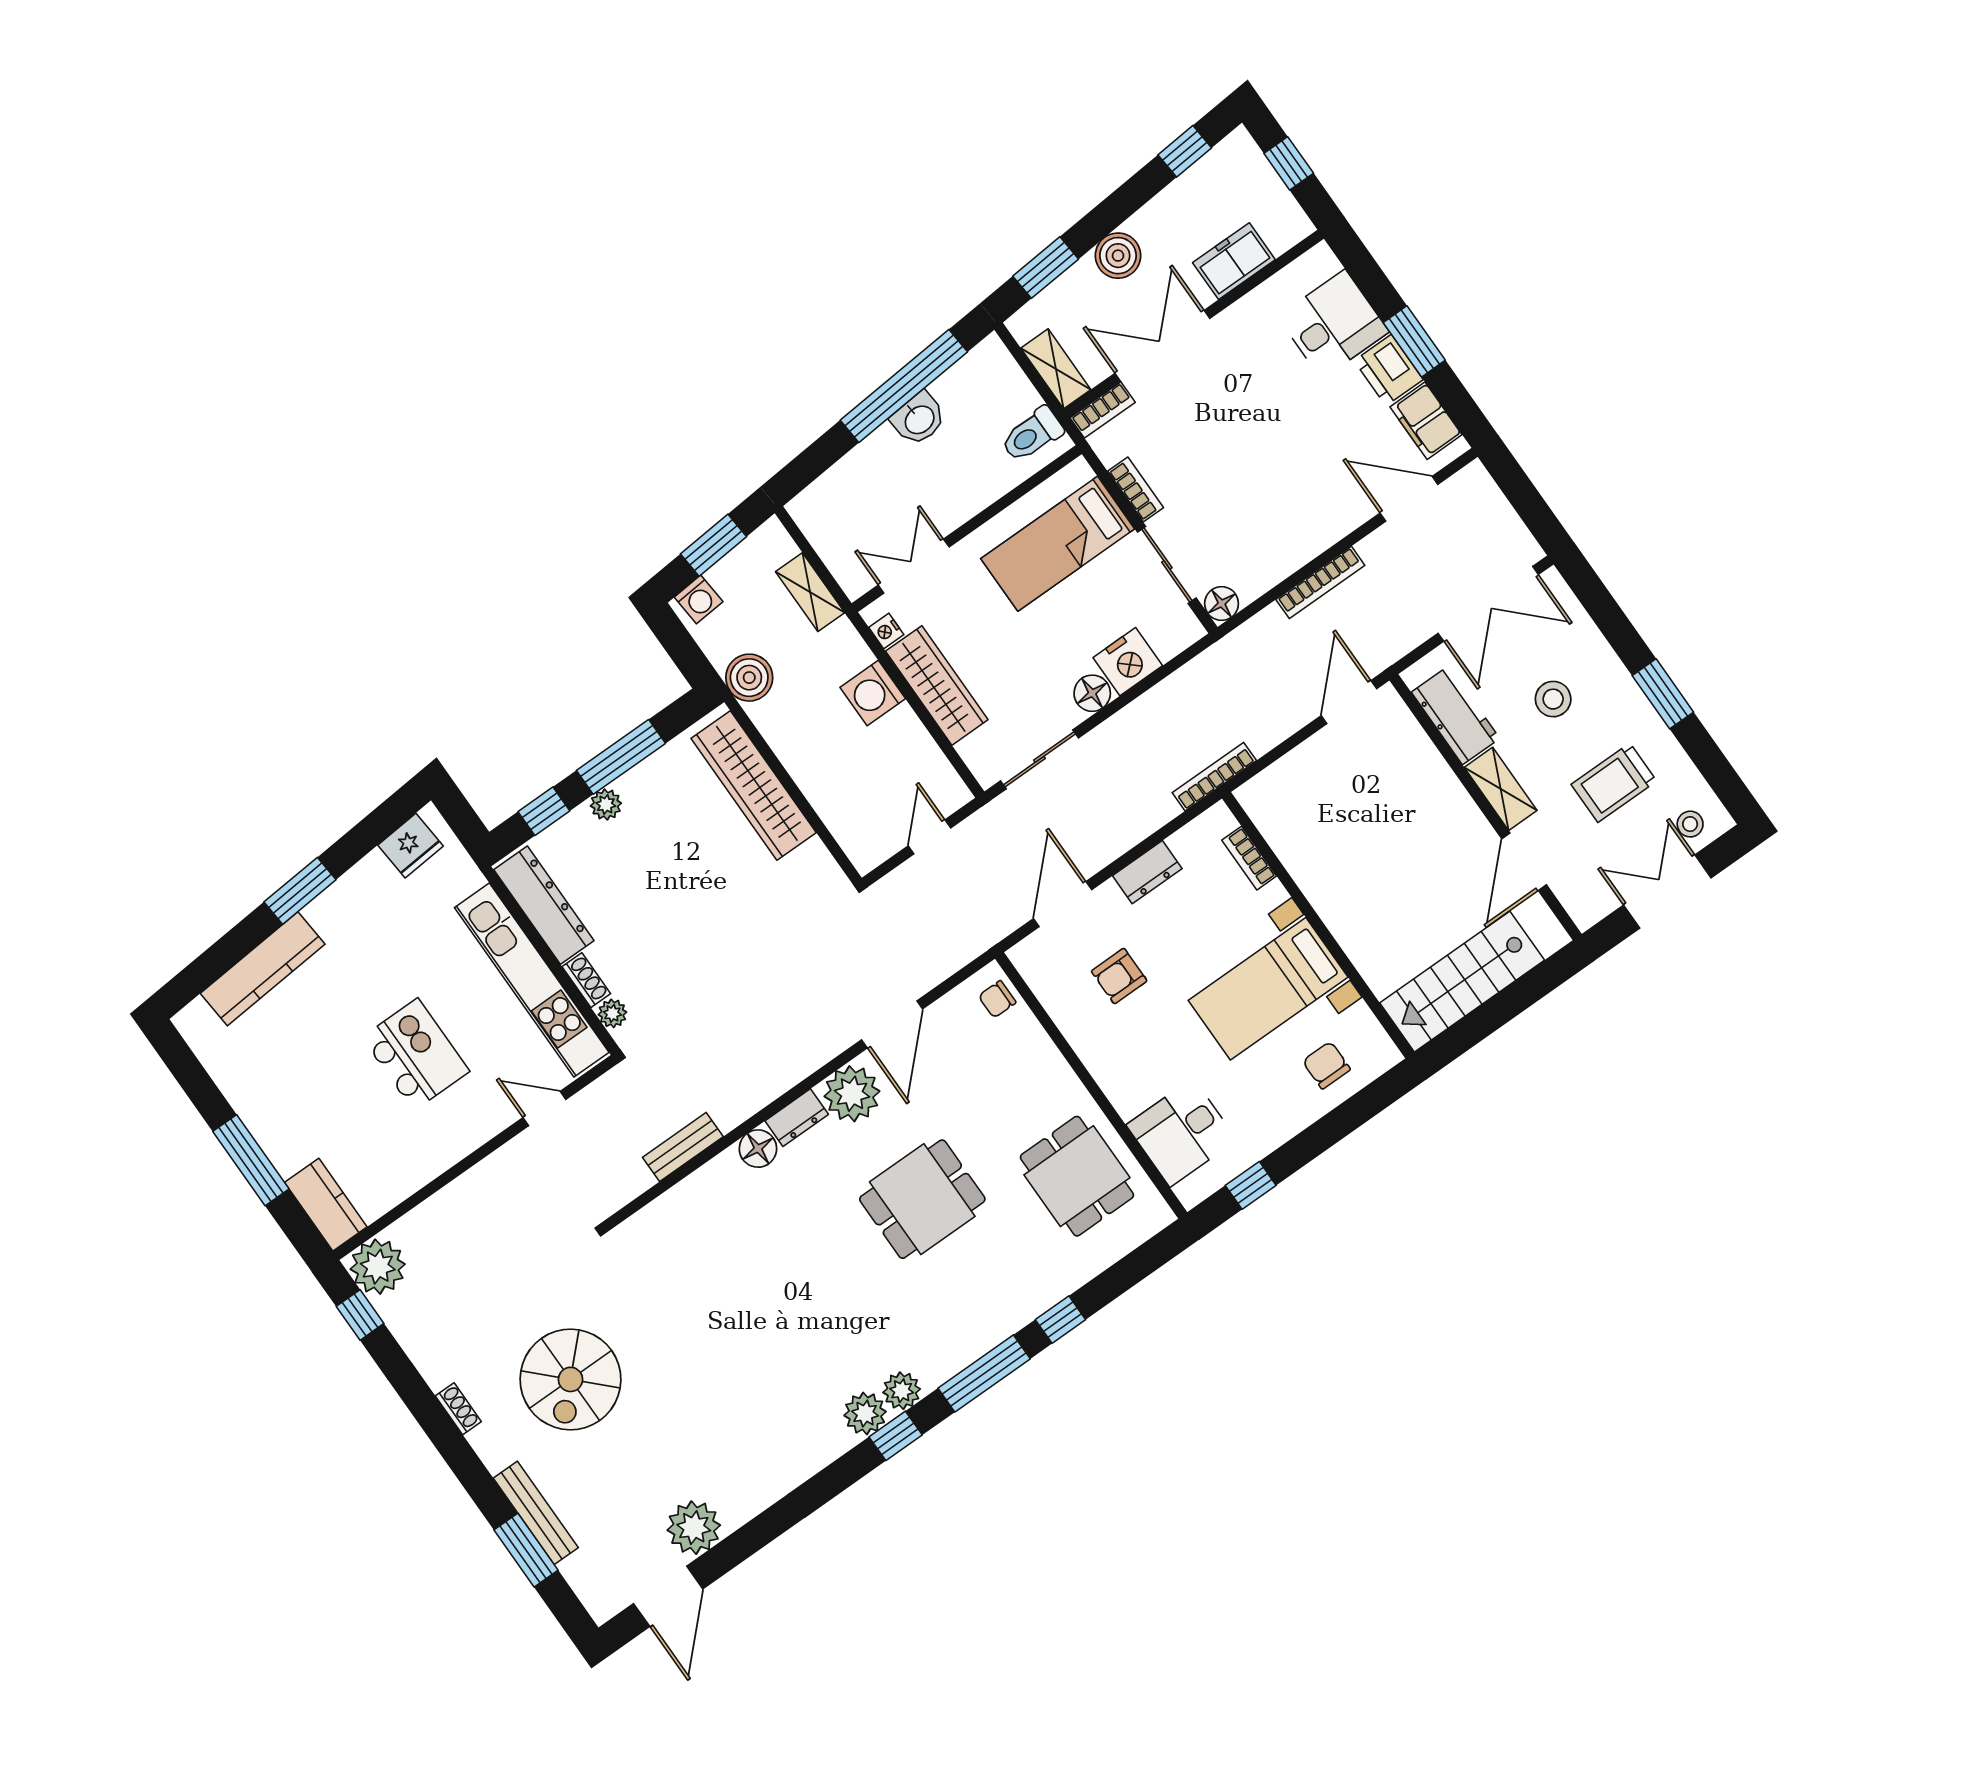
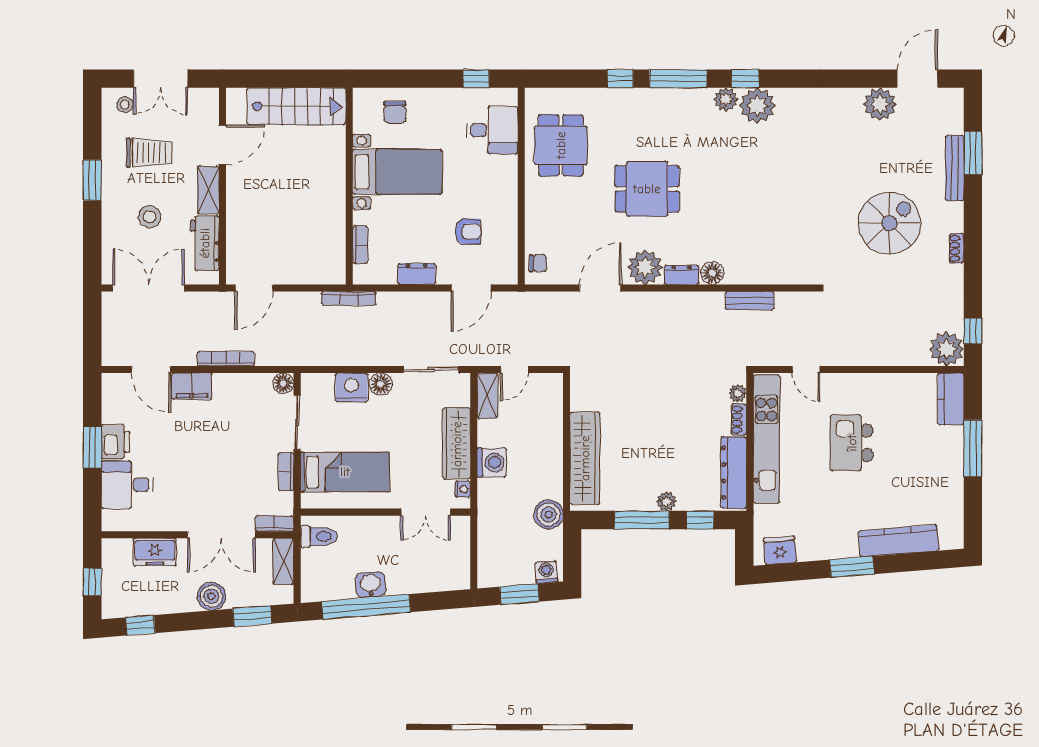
filing cabinet: (1426, 421) -> (192, 386), moved, turned 90
shelving: (810, 592) -> (487, 396), moved
plant: (865, 1414) -> (757, 106), width x1.36, depth x1.36

